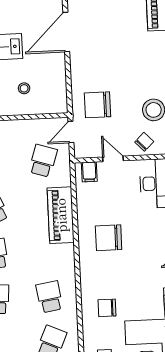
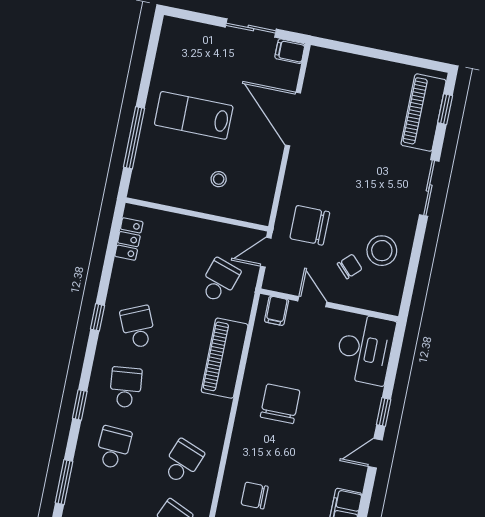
door: (66, 32) -> (293, 119), hinge flipped
chair: (144, 142) -> (350, 266), moved
chair: (109, 238) -> (280, 404), turned 90
school desk: (49, 297) -> (183, 462), turned 30

